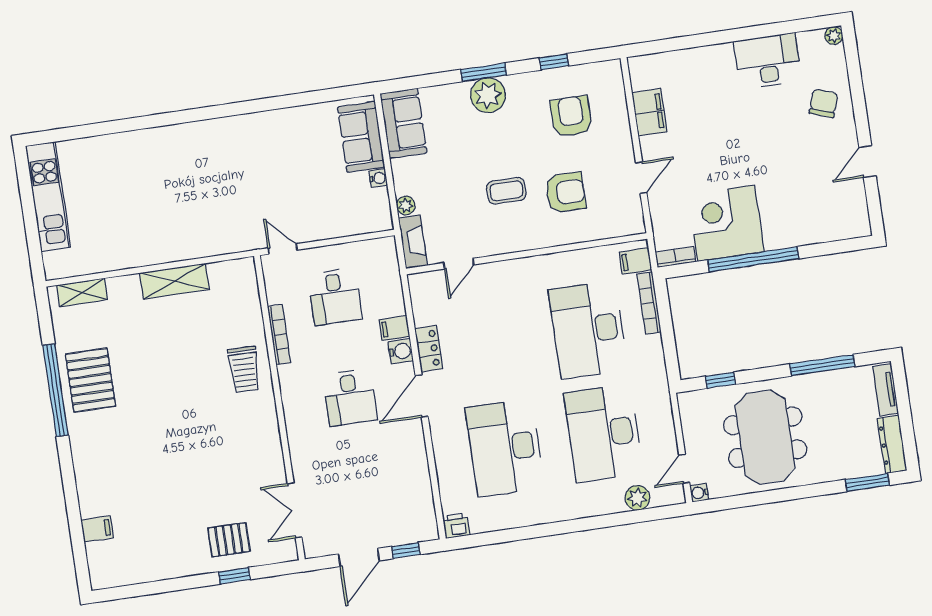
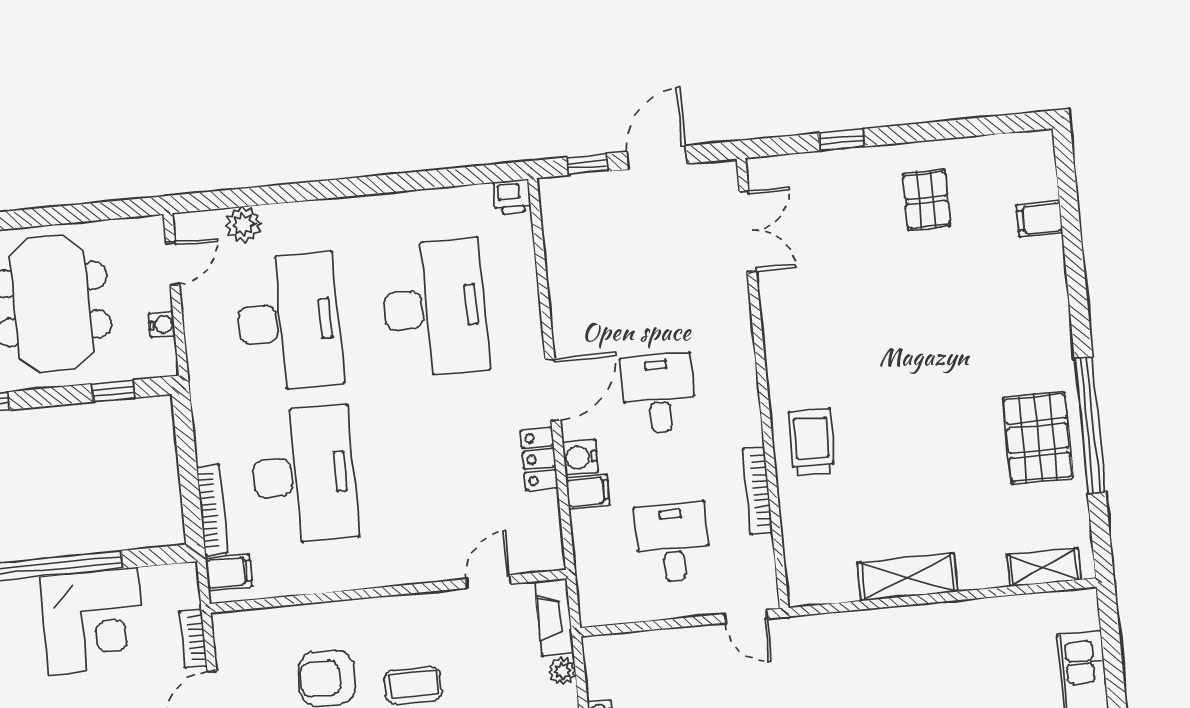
bookcase: (675, 257) -> (193, 639), moved, turned 90
water cooler: (699, 493) -> (162, 325), moved
pallet: (229, 540) -> (926, 200), moved, turned 90

